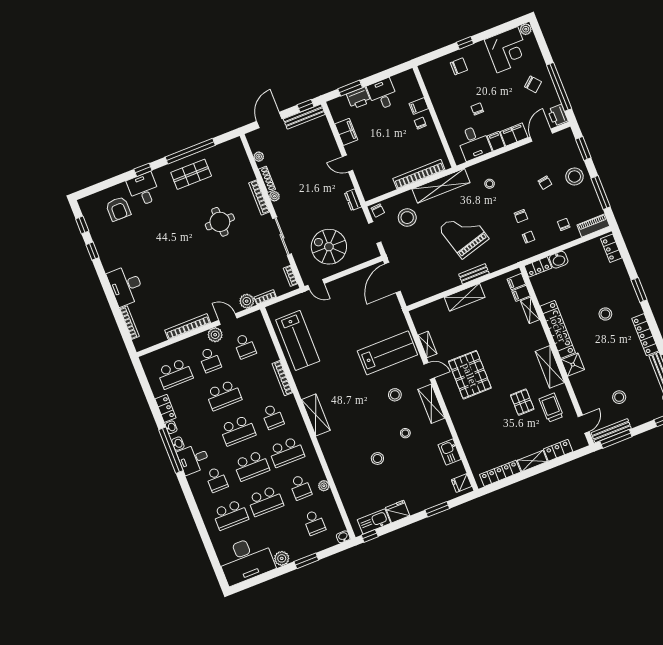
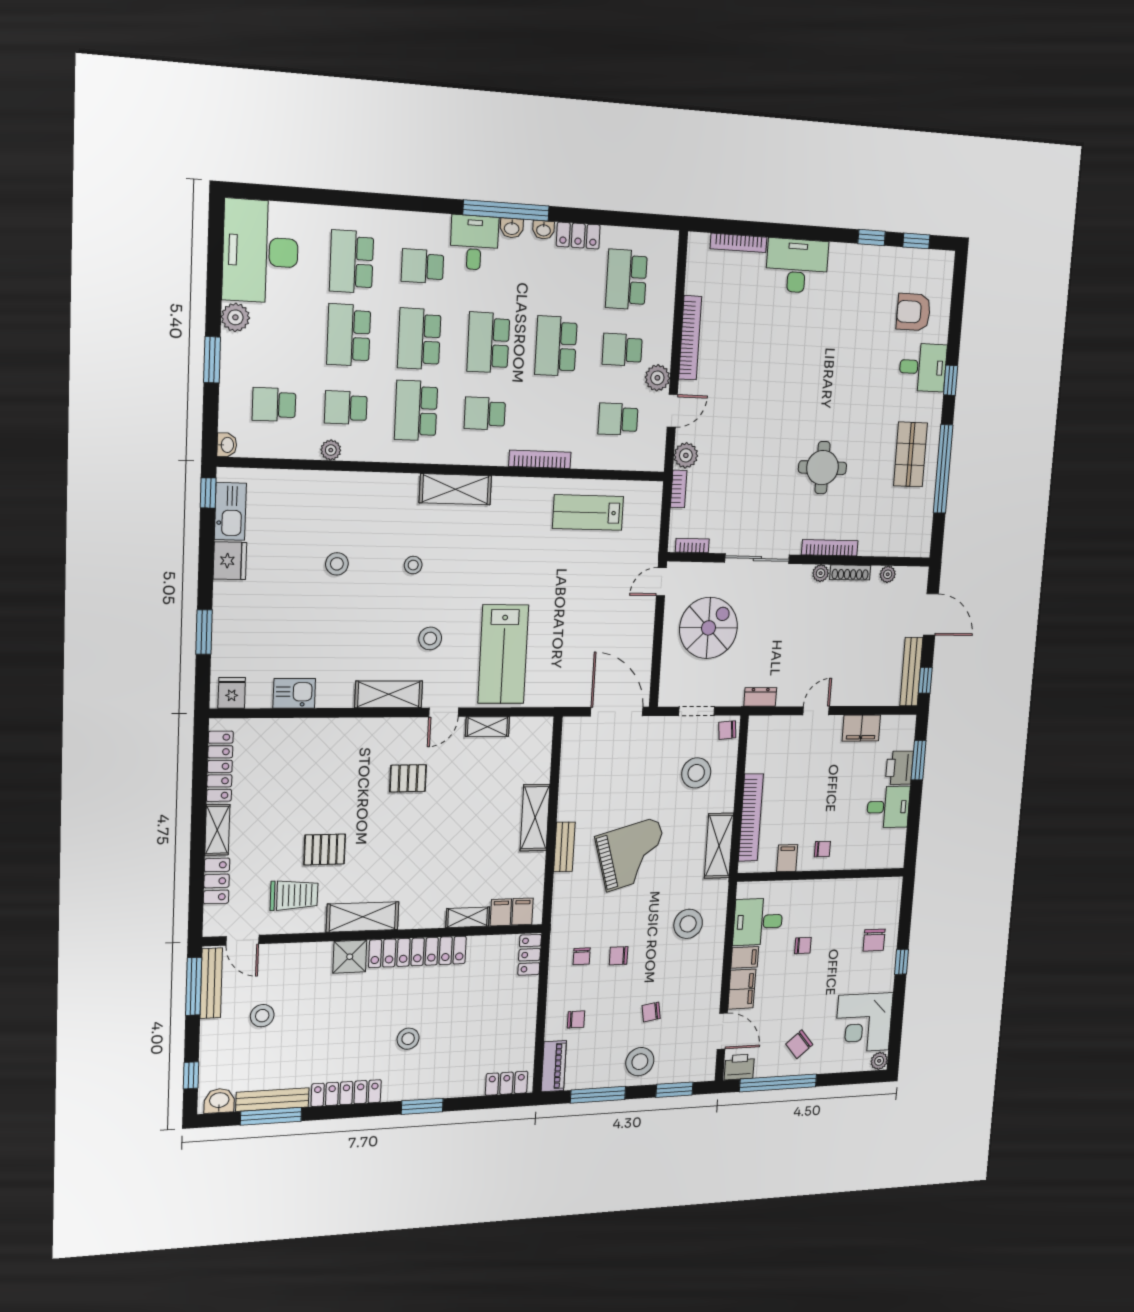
filing cabinet: (419, 106) -> (787, 858), moved
stool: (490, 184) -> (688, 924), width x1.89, depth x1.89
shelving: (441, 186) -> (719, 846), width x0.68
washbasin: (559, 260) -> (526, 992), removed
lab bench: (298, 340) -> (588, 512), width x0.73, depth x0.72
pallet: (470, 375) -> (408, 778), width x0.49, depth x0.50
stool: (405, 433) -> (413, 565), moved

